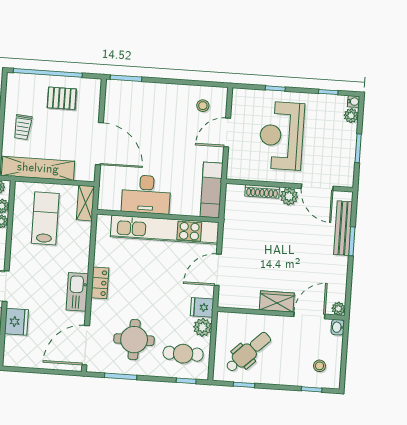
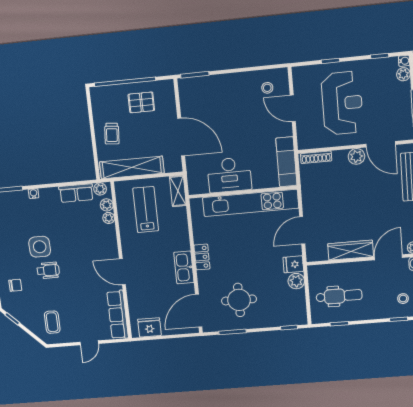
door: (227, 132) -> (293, 108), hinge flipped
reception desk: (282, 136) -> (342, 103), turned 180
shoe rack: (262, 191) -> (316, 157), moved
wardrobe: (277, 301) -> (351, 250), width x1.50
fridge: (16, 322) -> (149, 327), moved, turned -90
dental chair: (248, 352) -> (339, 296), turned 44
cafe table: (183, 354) -> (283, 306), removed

